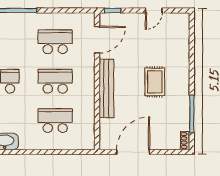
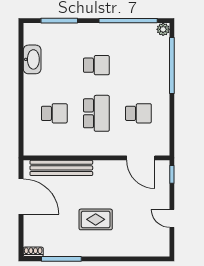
school desk: (55, 42) -> (138, 113), width x0.54
bench: (106, 88) -> (61, 168), moved
school desk: (55, 121) -> (54, 113), width x0.54

